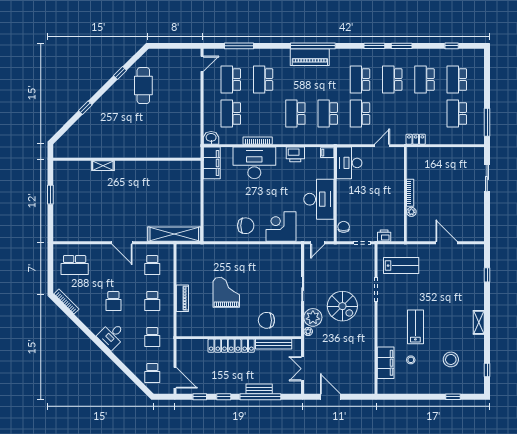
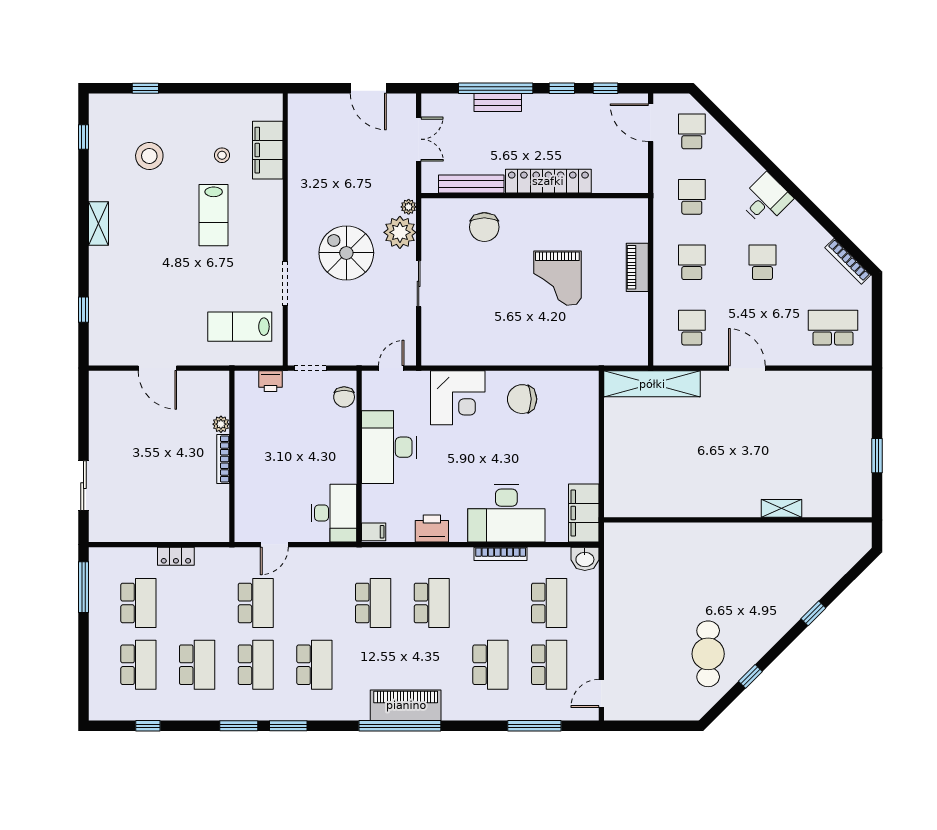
school desk: (360, 113) -> (256, 603), moved
locker: (416, 139) -> (176, 556), moved
chair: (266, 320) -> (484, 227), turned 90

